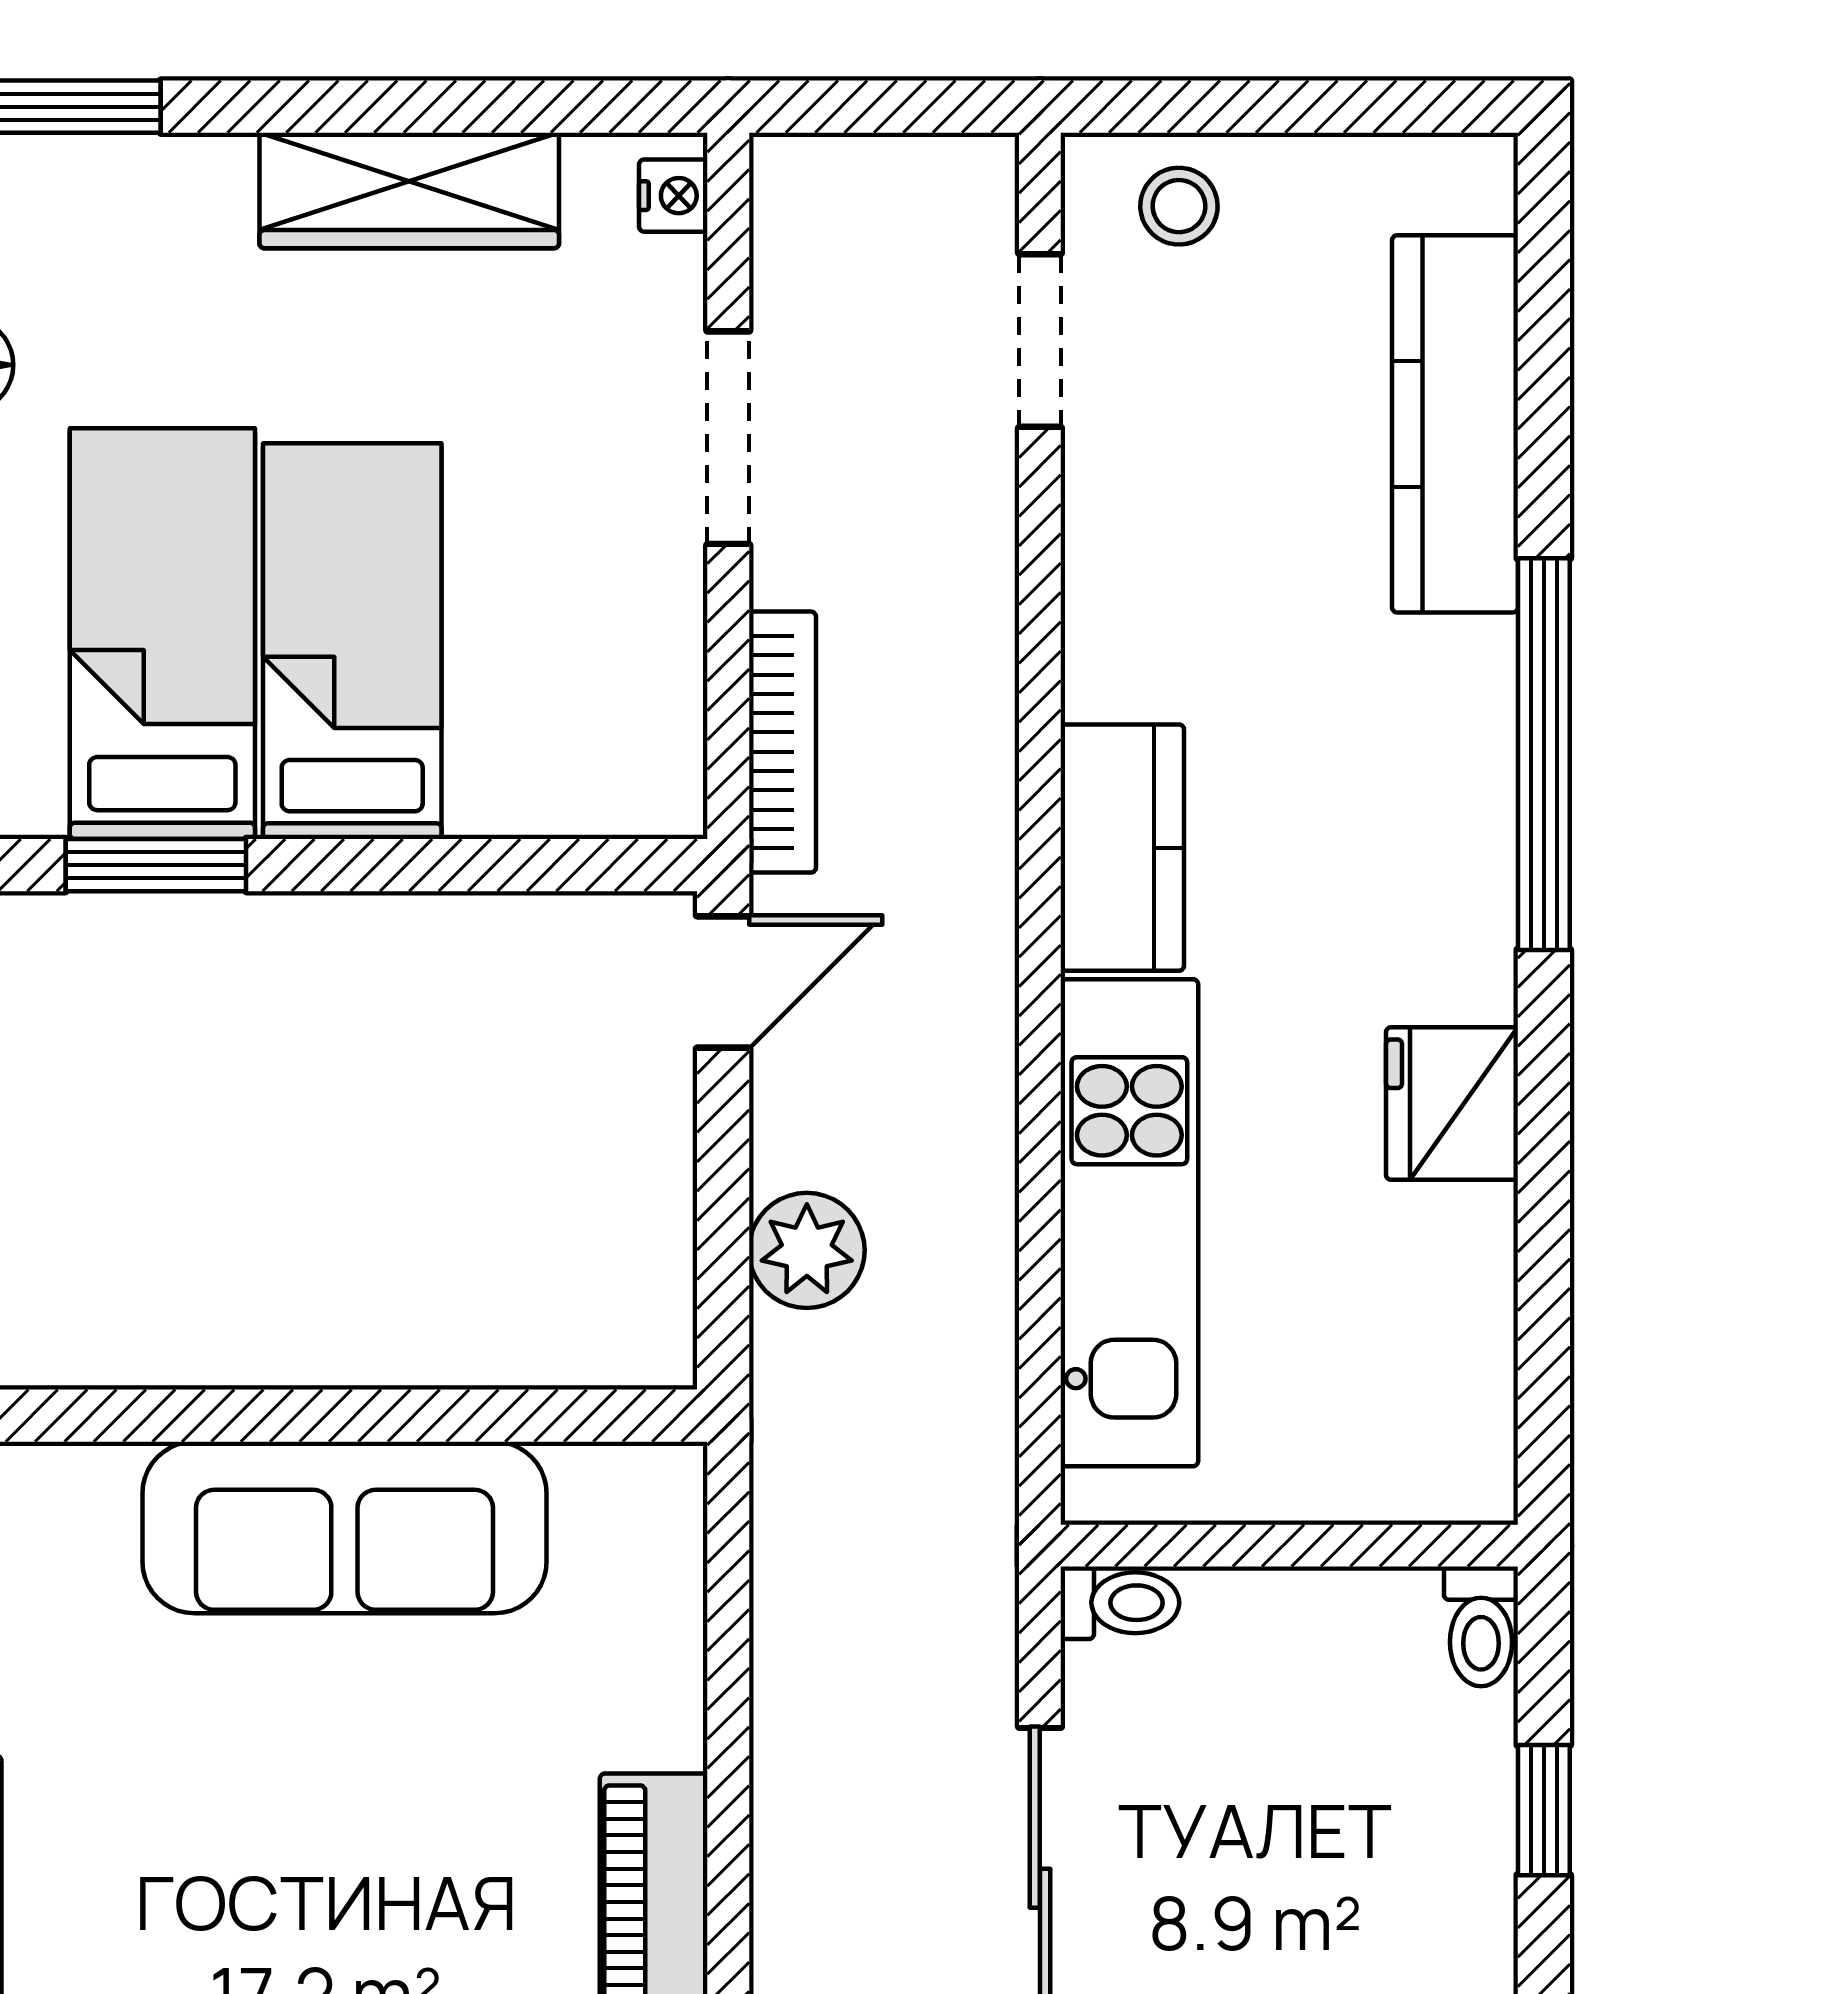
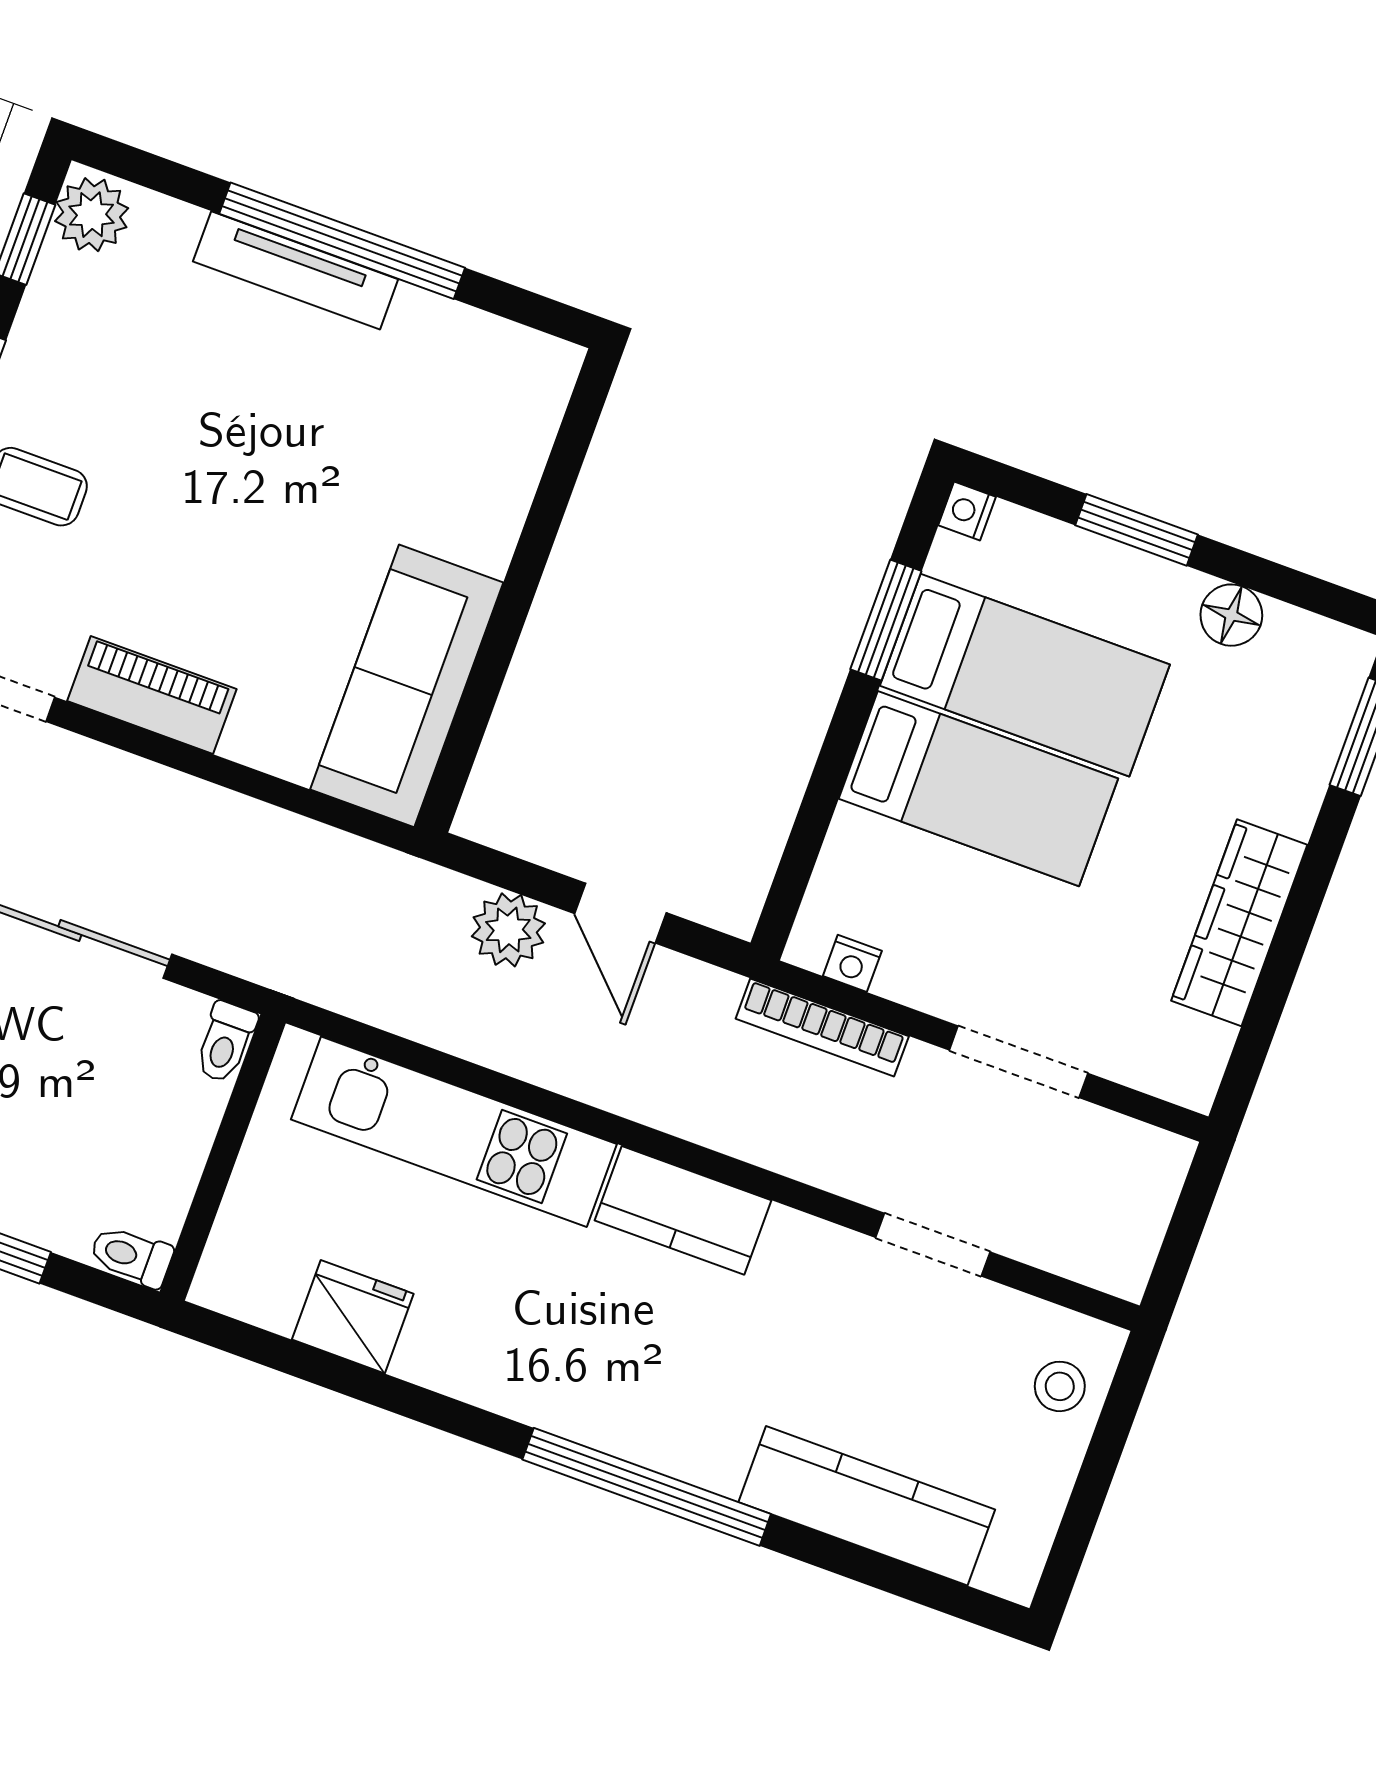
nightstand: (673, 196) -> (852, 963), moved
doorway: (1040, 341) -> (933, 1245), moved
door: (723, 982) -> (620, 913), moved
fridge: (1452, 1104) -> (353, 1317), moved
sofa: (344, 1528) -> (407, 686), moved

